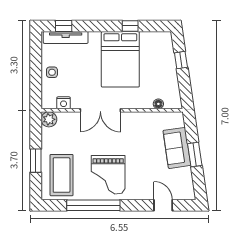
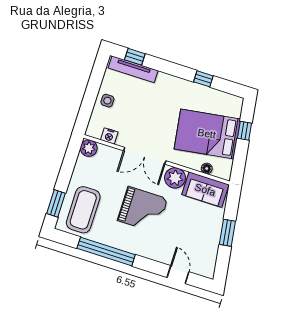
bed: (120, 59) -> (207, 134), moved, turned 82
plant: (133, 121) -> (175, 178), added
sofa: (177, 148) -> (205, 190), moved, turned -82
window: (36, 161) -> (56, 203), moved
grand piano: (108, 175) -> (143, 210), moved, turned -90

